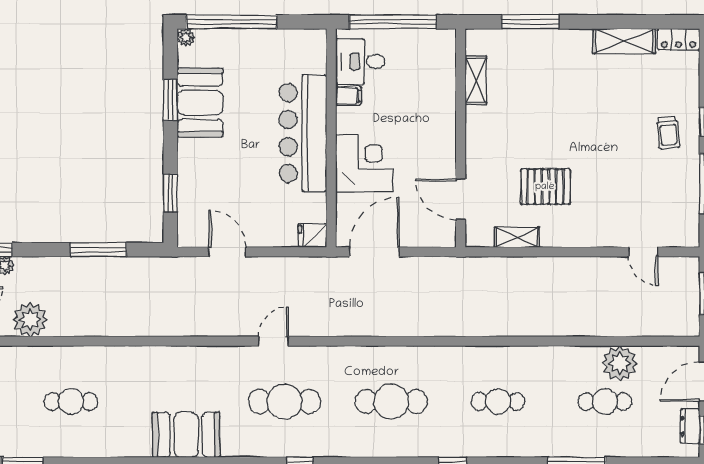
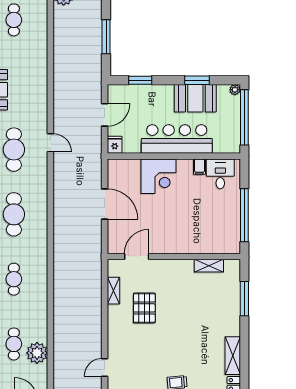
desk: (360, 61) -> (220, 174), moved
filing cabinet: (348, 96) -> (199, 167), moved
bar counter: (303, 133) -> (177, 139), moved
wall: (331, 138) -> (174, 156), moved
corner desk: (364, 163) -> (158, 176), moved
fridge: (312, 235) -> (115, 145), moved

